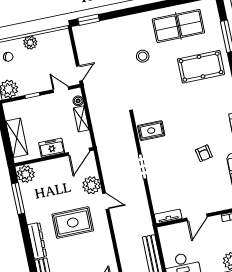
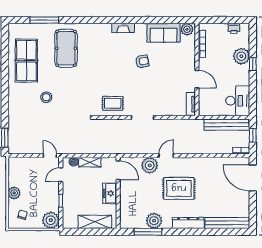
rug: (151, 131) -> (113, 103), turned 90
plant: (26, 174) -> (154, 221), moved
rug: (73, 223) -> (179, 188), turned 90

